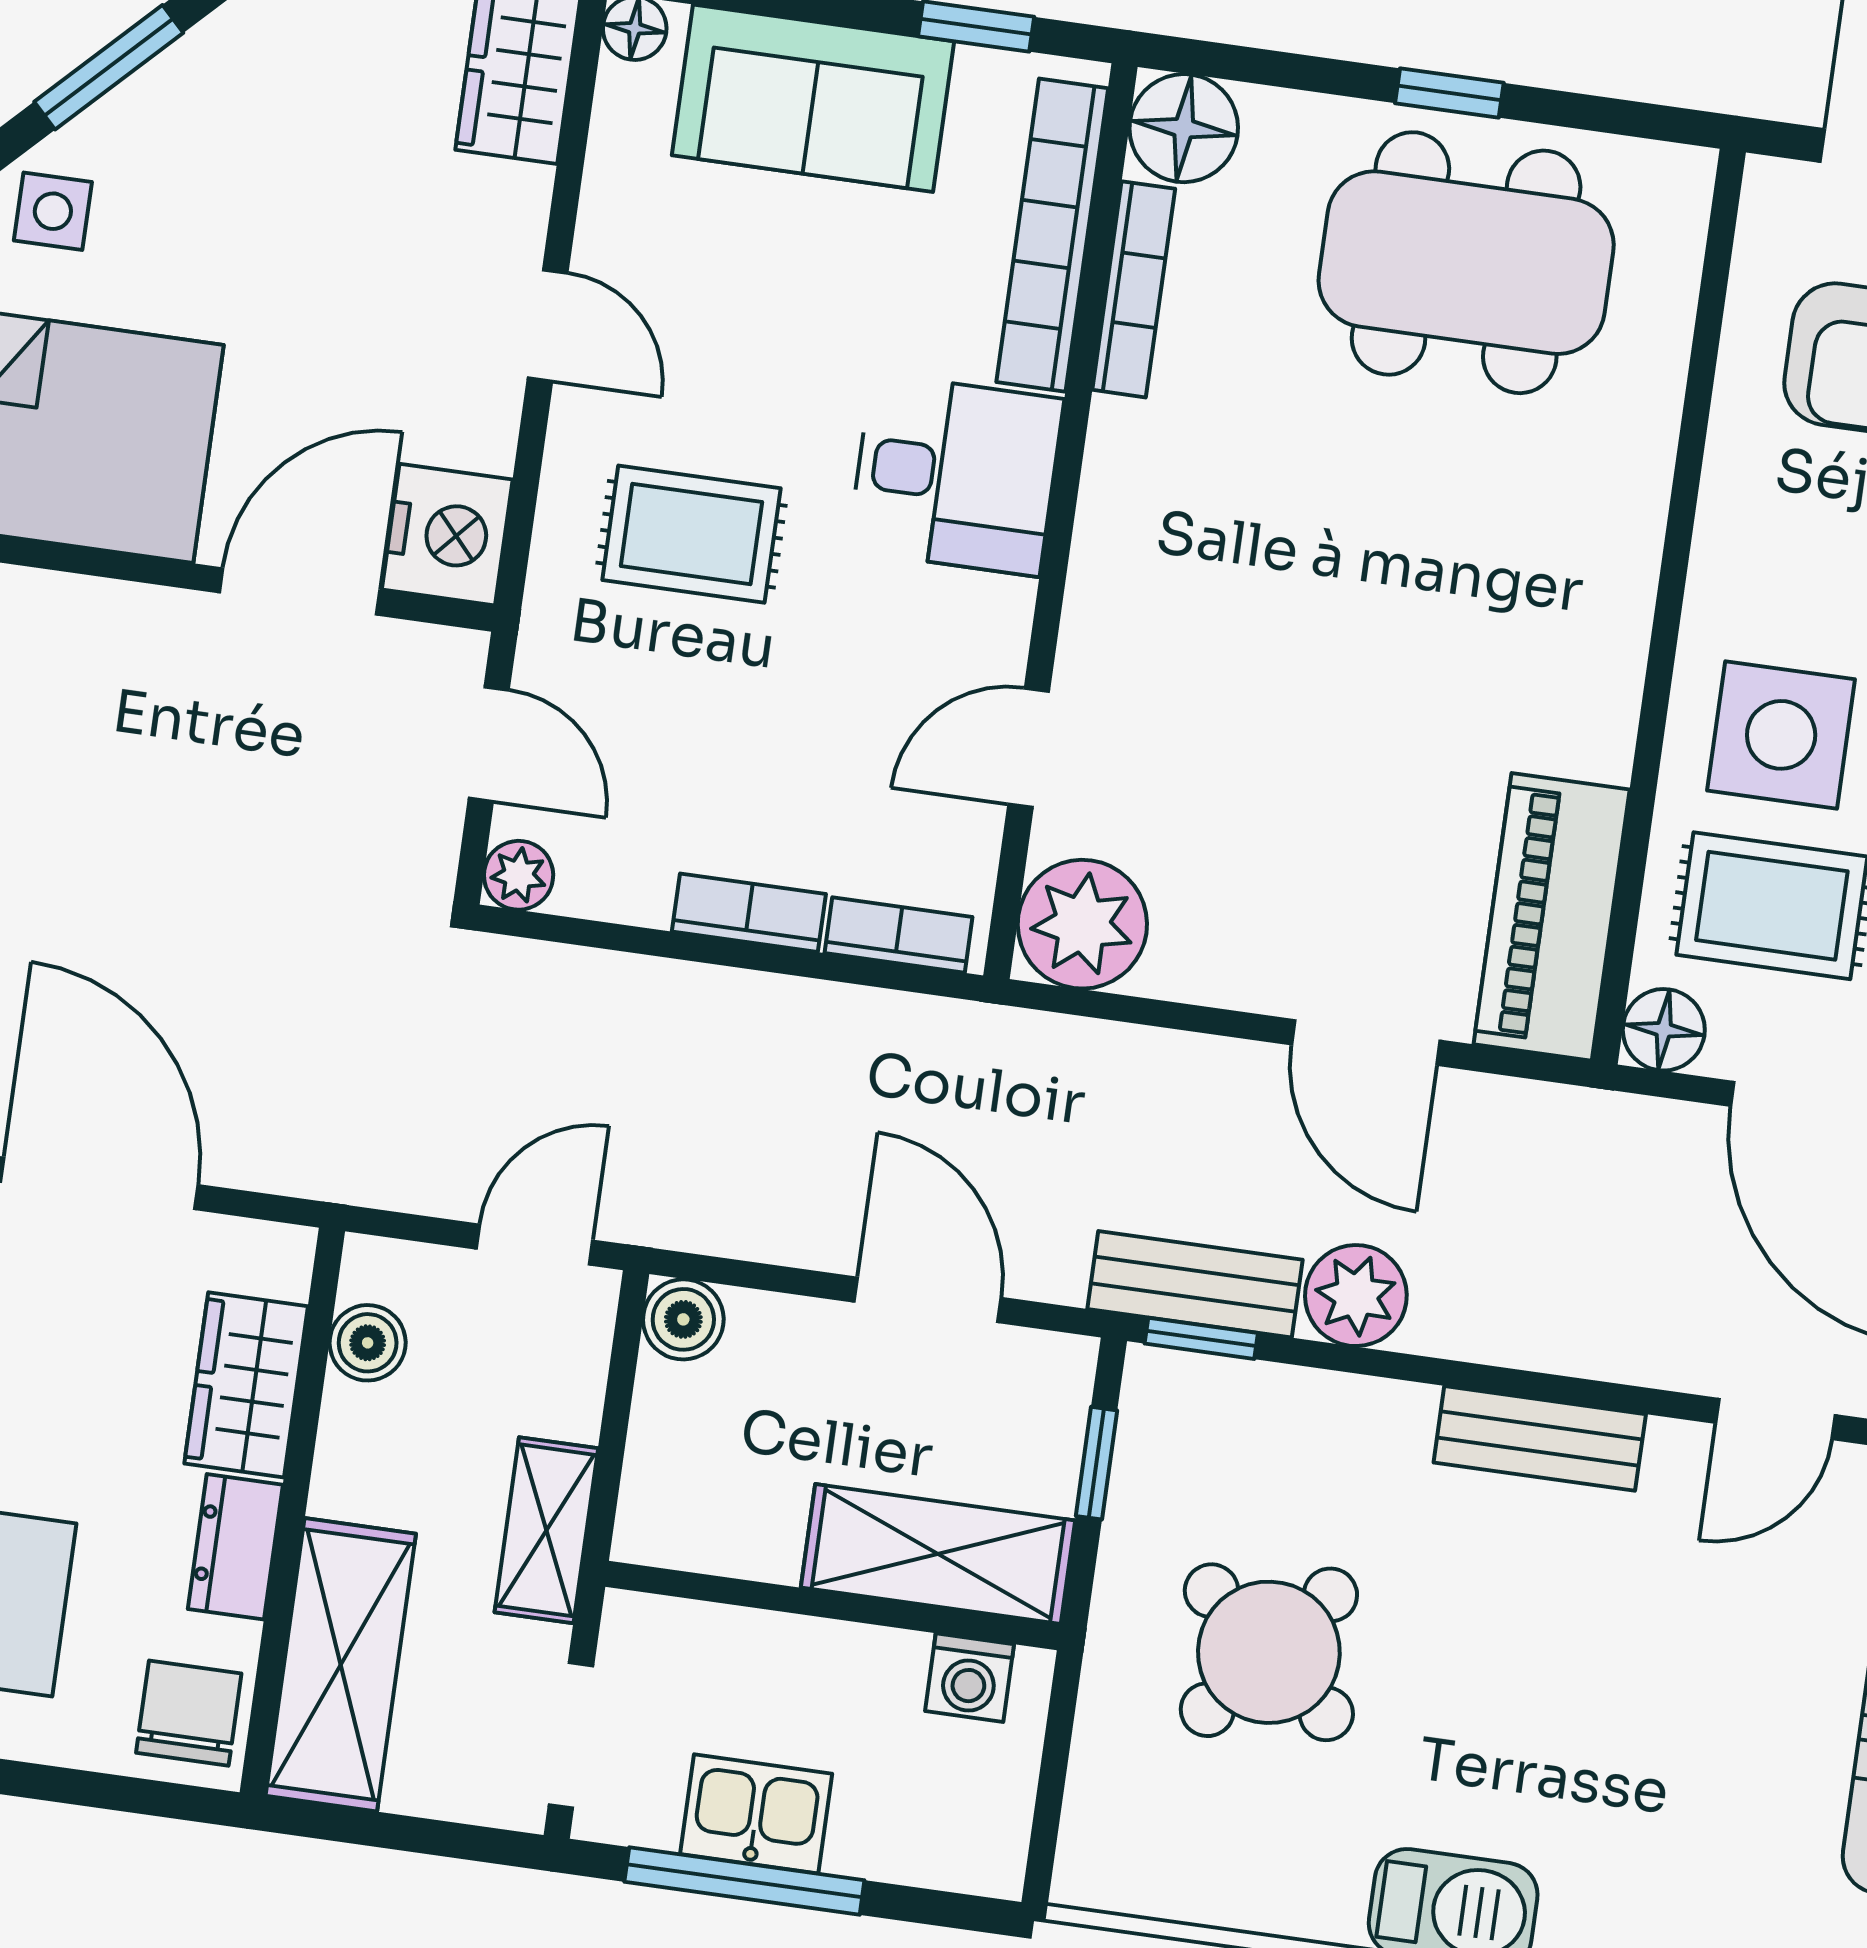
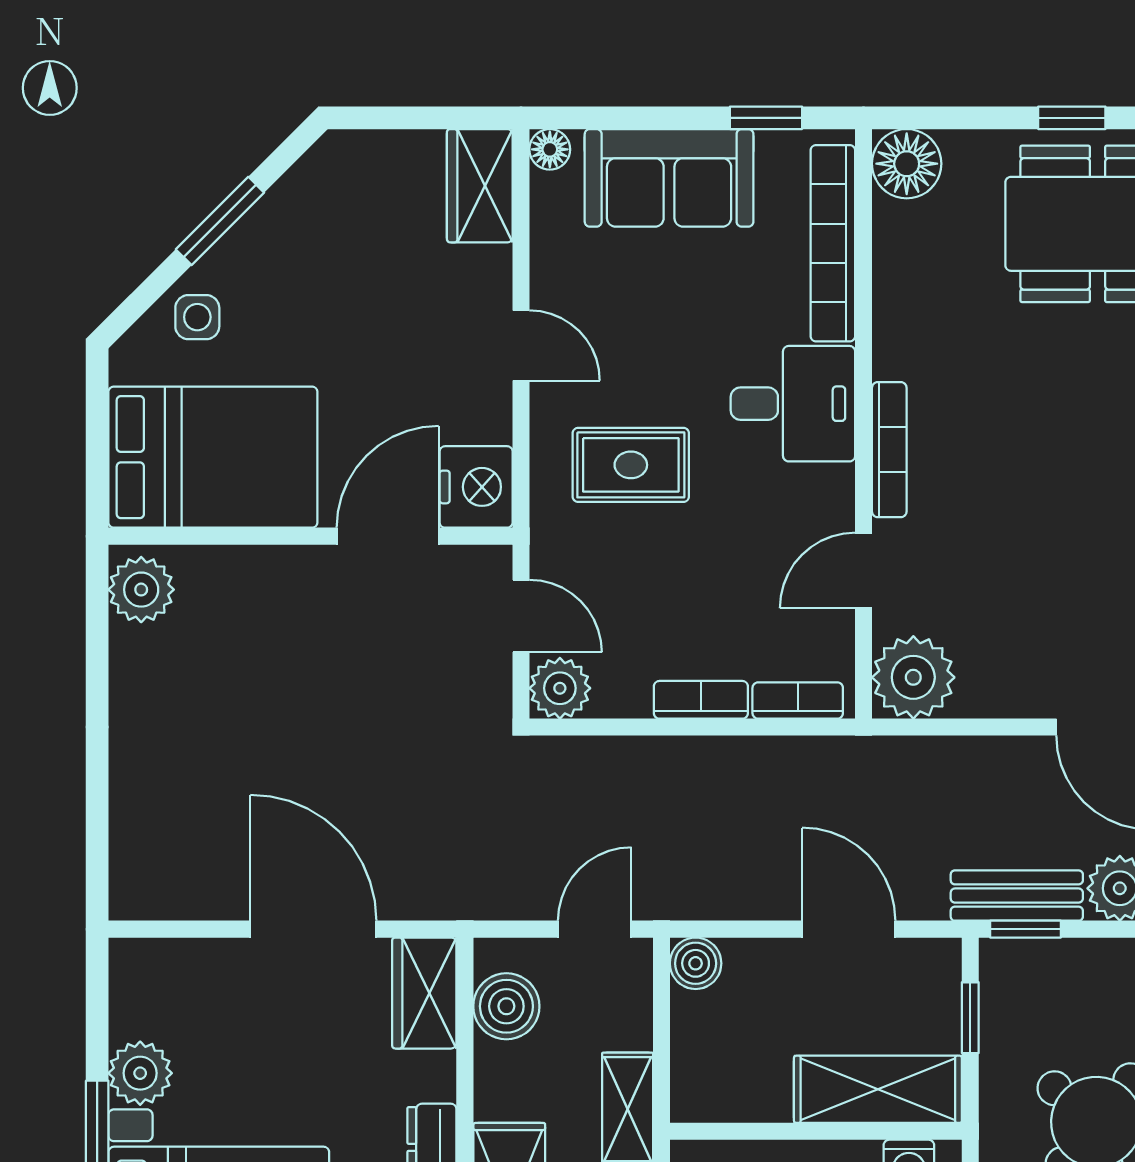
bookcase: (1134, 289) -> (889, 450), moved
plant: (519, 875) -> (560, 688), width x1.38, depth x1.38
boiler: (368, 1343) -> (506, 1006), width x1.36, depth x1.36
wardrobe: (246, 1385) -> (424, 993), moved

